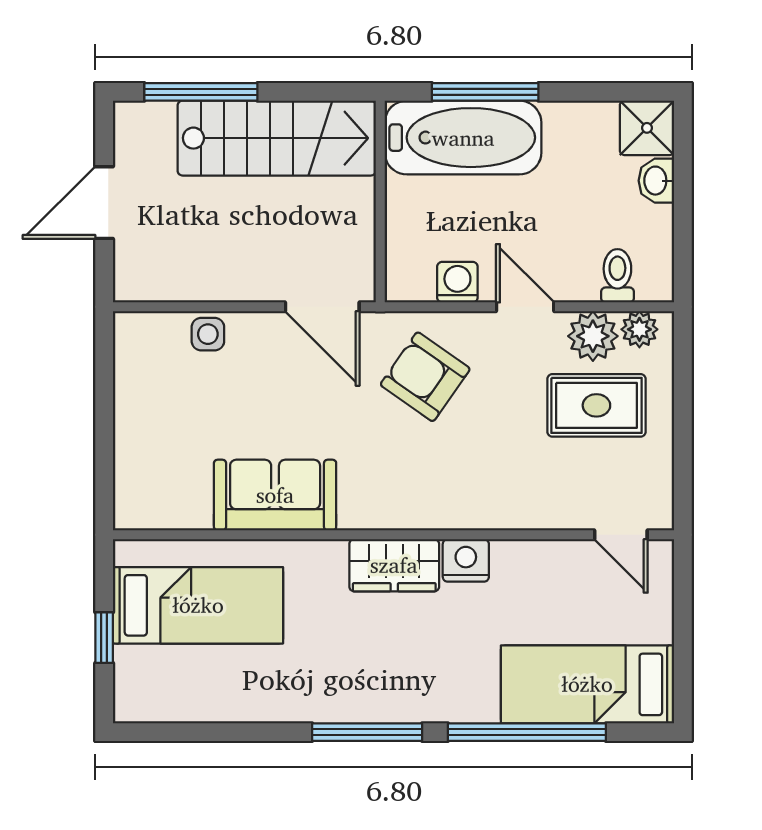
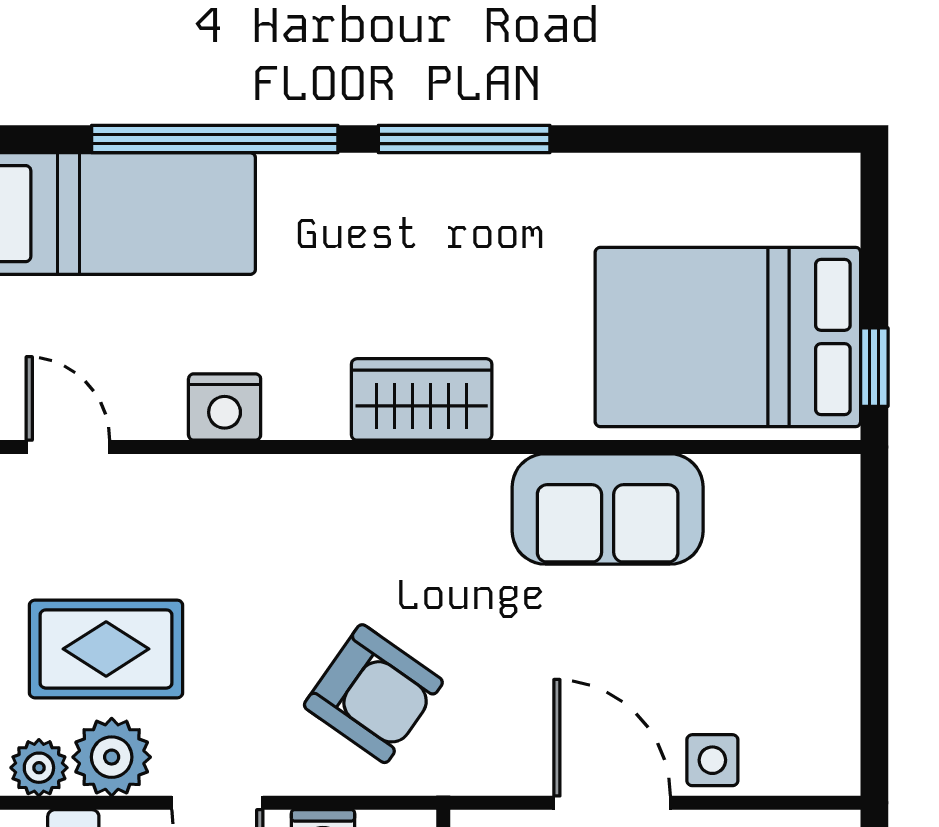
door: (322, 307) -> (612, 803), moved
nightstand: (466, 560) -> (225, 407), moved
bed: (198, 605) -> (728, 337), width x1.50
window: (104, 638) -> (874, 367), moved

